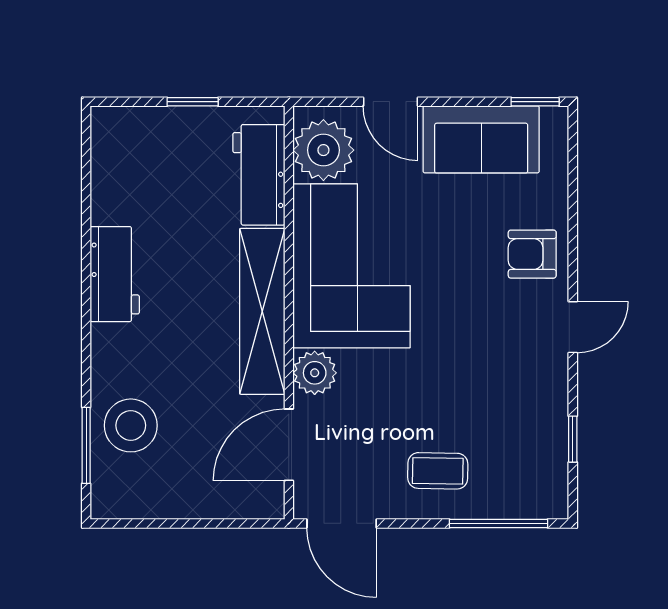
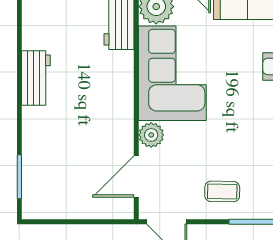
shelving: (262, 311) -> (121, 100), removed
stool: (131, 425) -> (45, 165), removed

